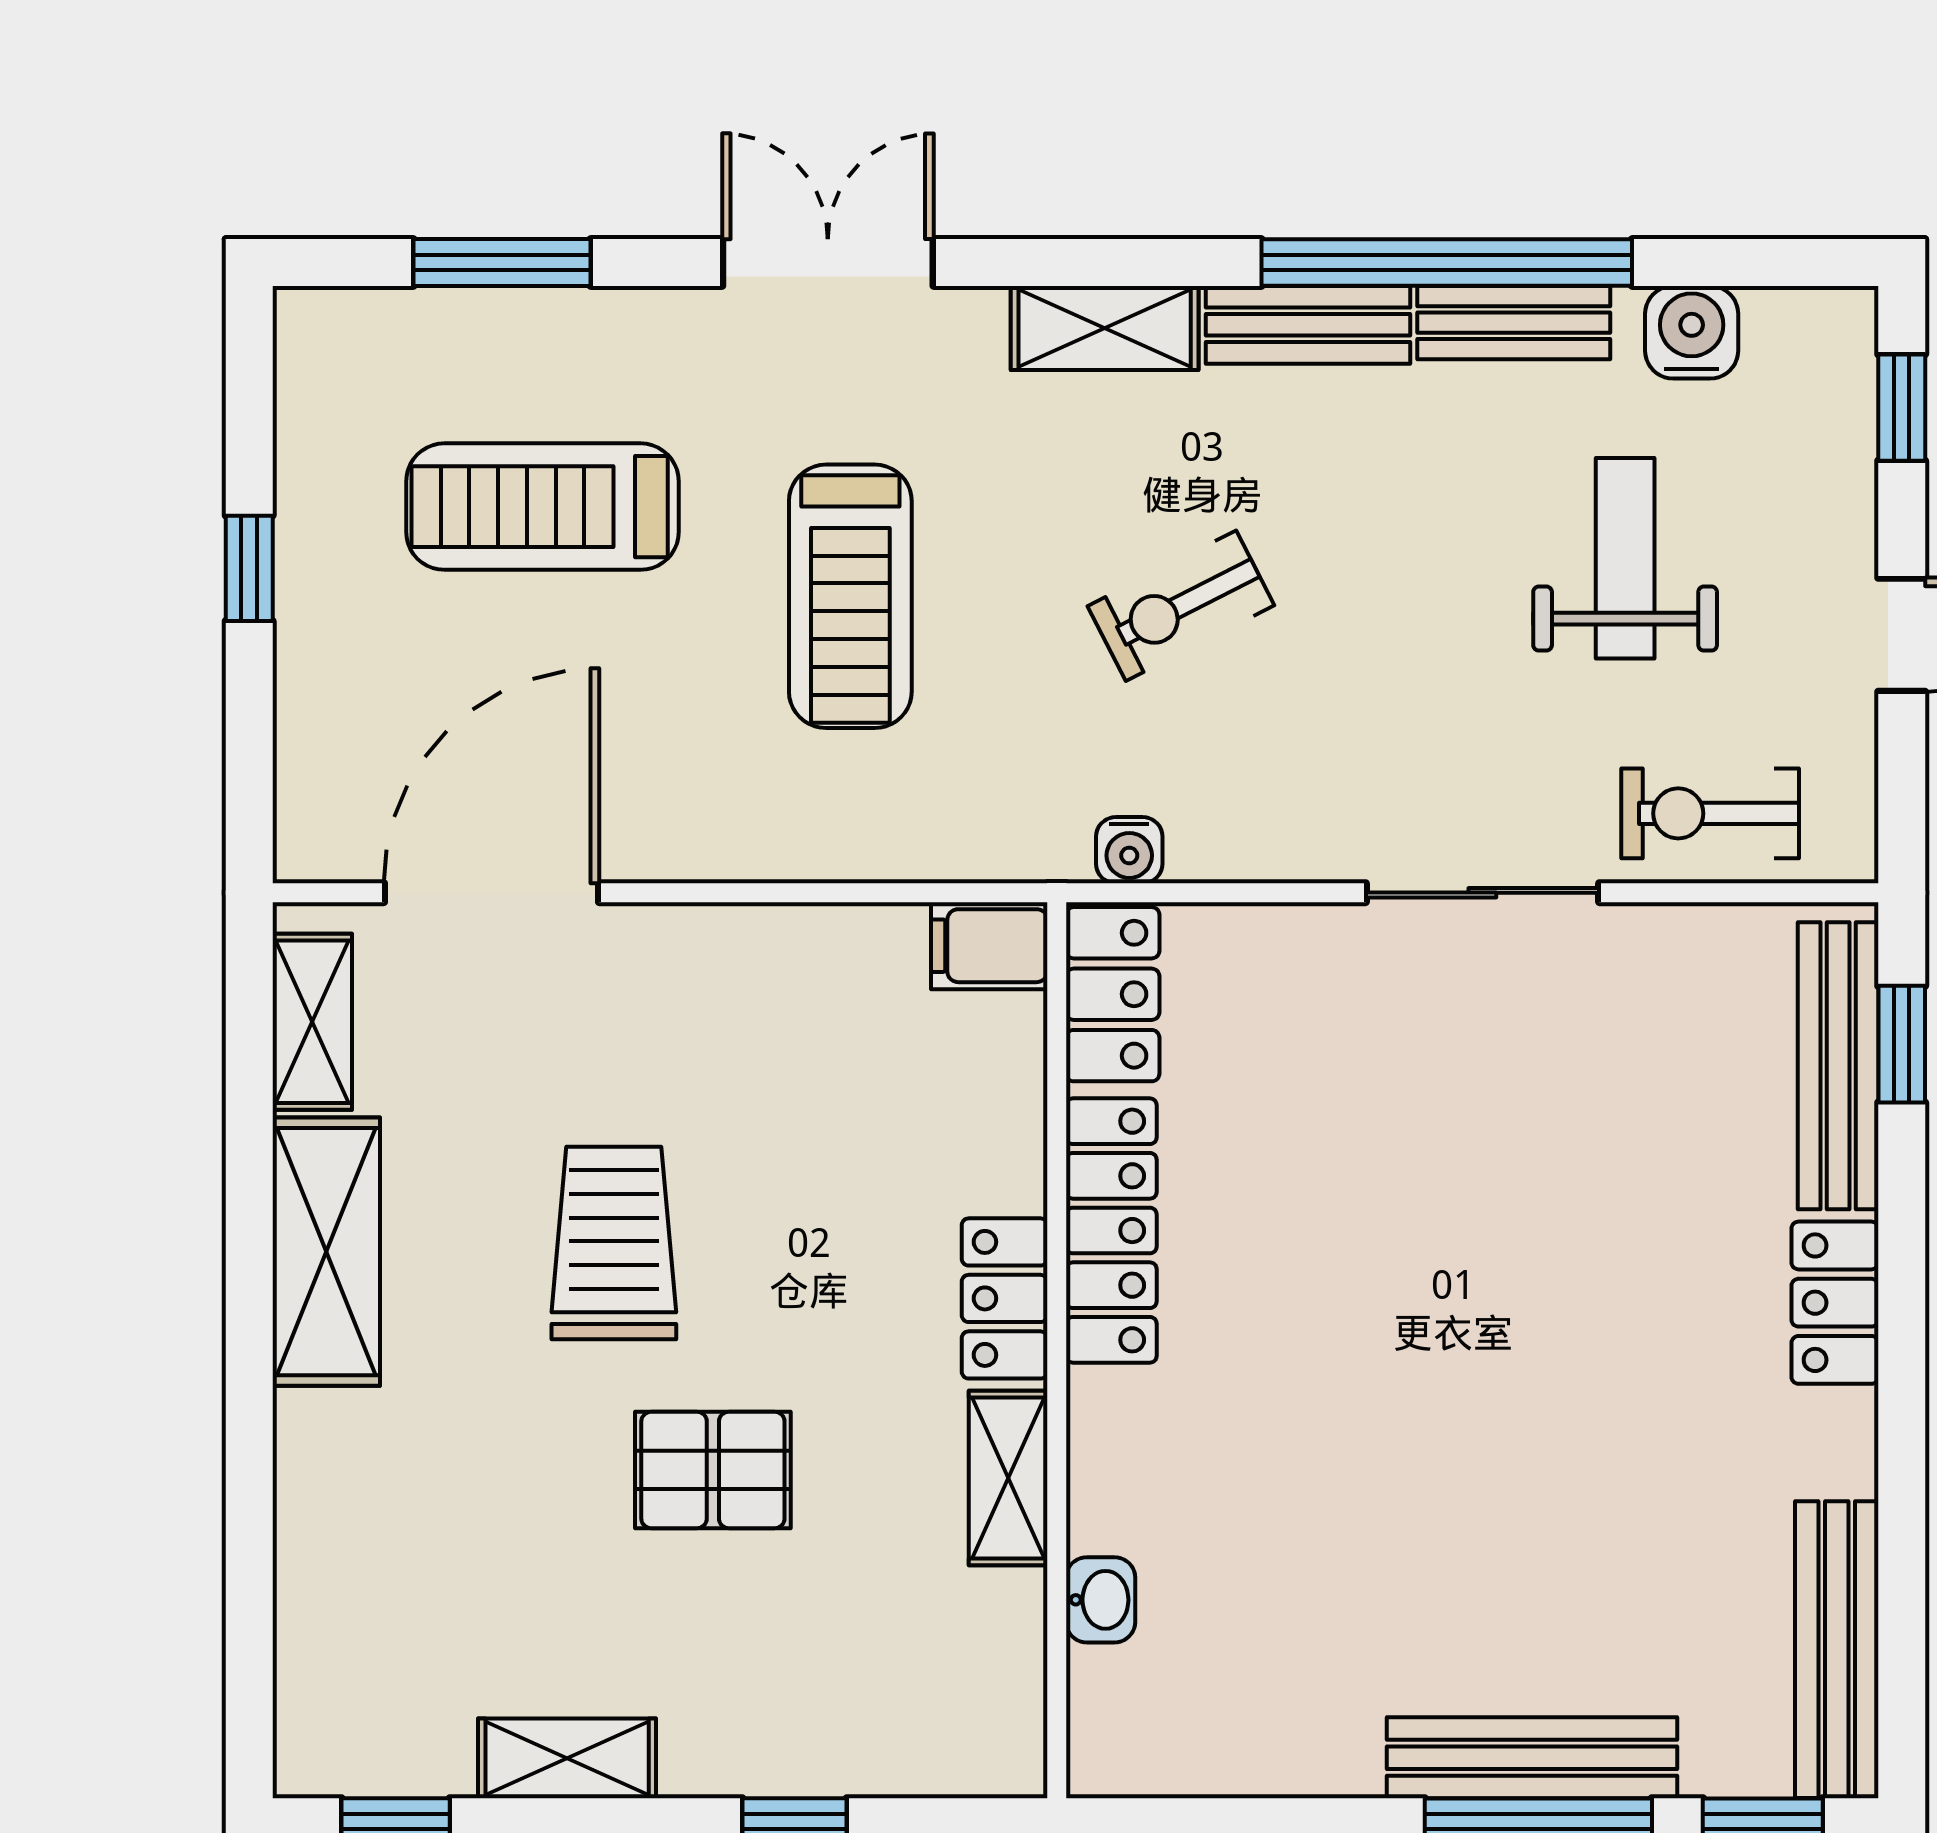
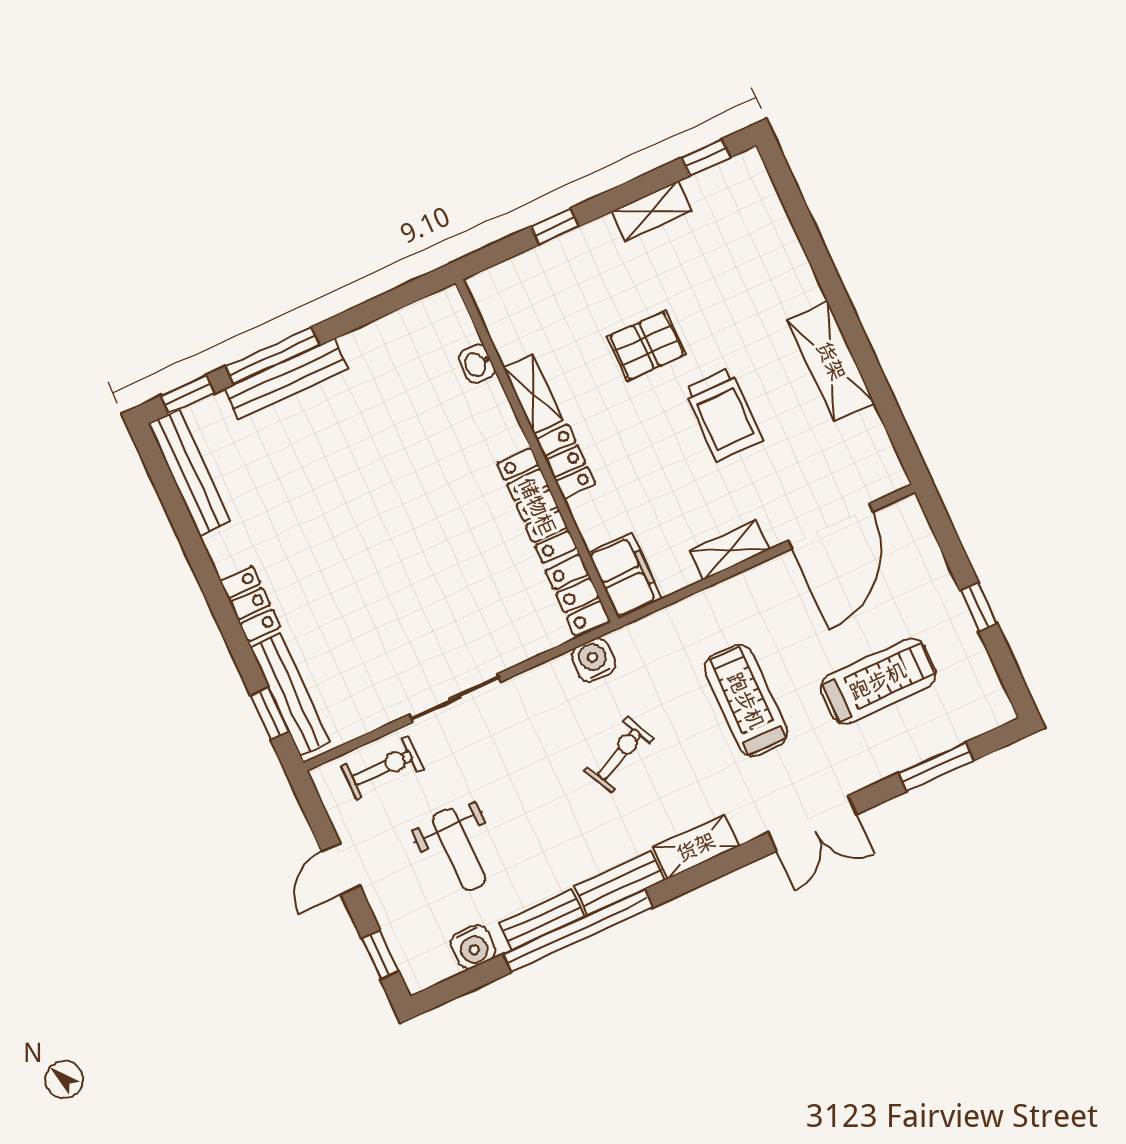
water cooler: (1129, 850) -> (594, 660), width x1.38, depth x1.38
filing cabinet: (989, 946) -> (625, 576), width x2.00
shelving: (312, 1022) -> (730, 550), moved, turned 90

